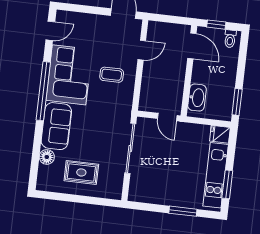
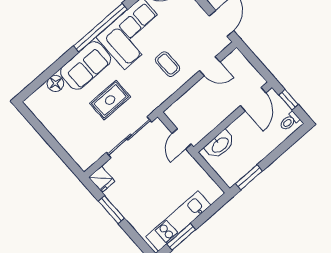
fridge: (220, 134) -> (102, 179), moved, turned 180
rug: (81, 172) -> (110, 100), moved, turned 90
window: (183, 211) -> (111, 210), moved

